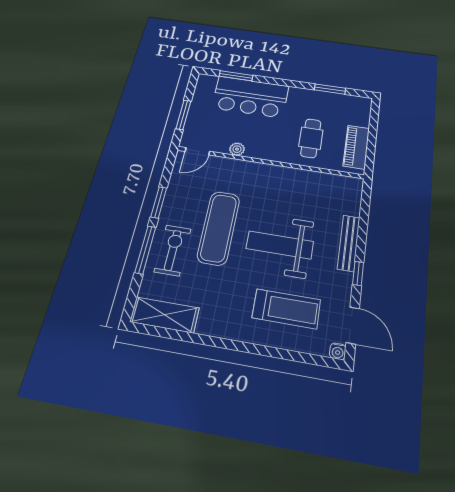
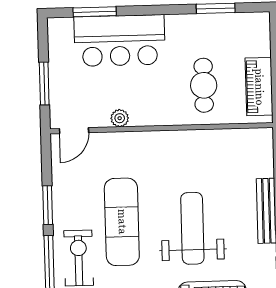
weight bench: (280, 245) -> (192, 228), turned 90

